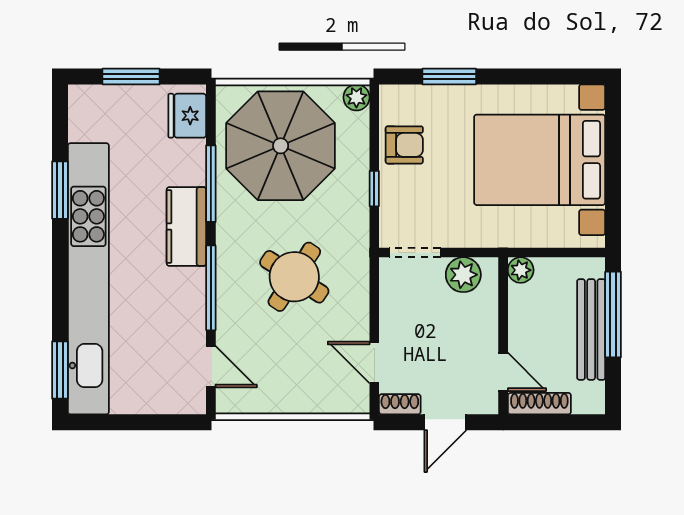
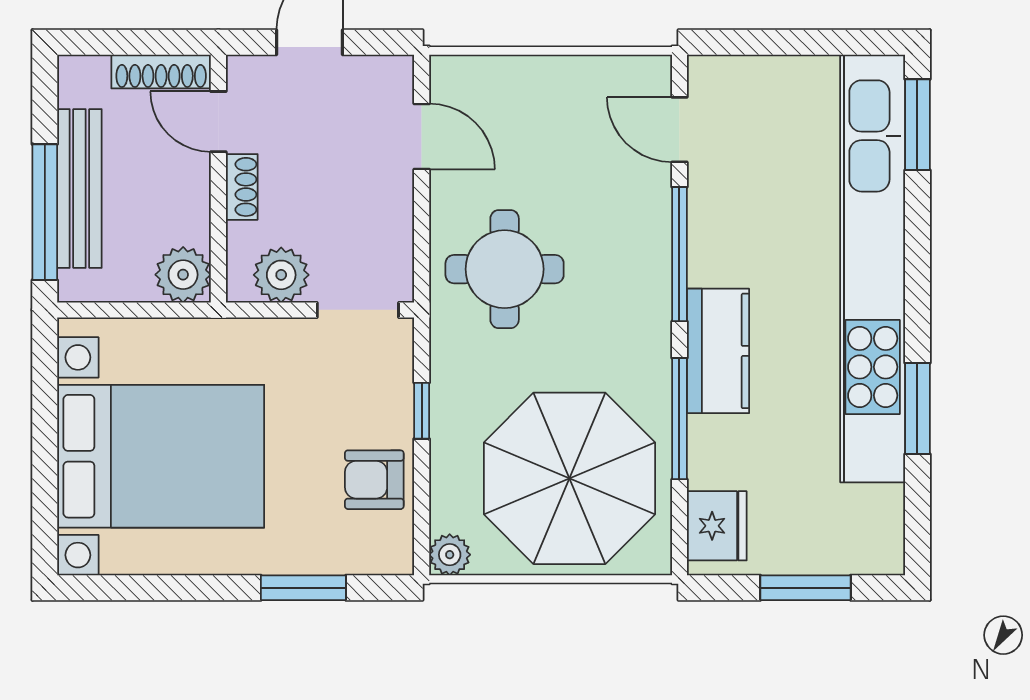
plant: (521, 270) -> (183, 275), width x1.38, depth x1.38
round table: (294, 277) -> (505, 269), moved, turned -33
shoe rack: (400, 404) -> (242, 187), moved, turned -90

